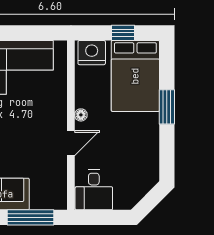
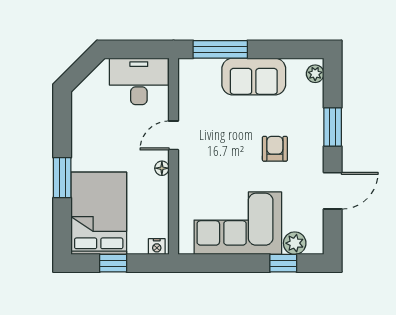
nightstand: (92, 53) -> (157, 247), width x0.53, depth x0.56
desk: (94, 190) -> (139, 81), width x1.37

